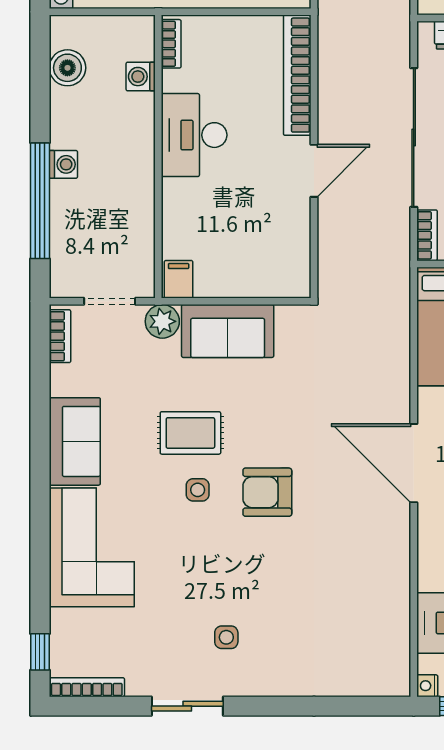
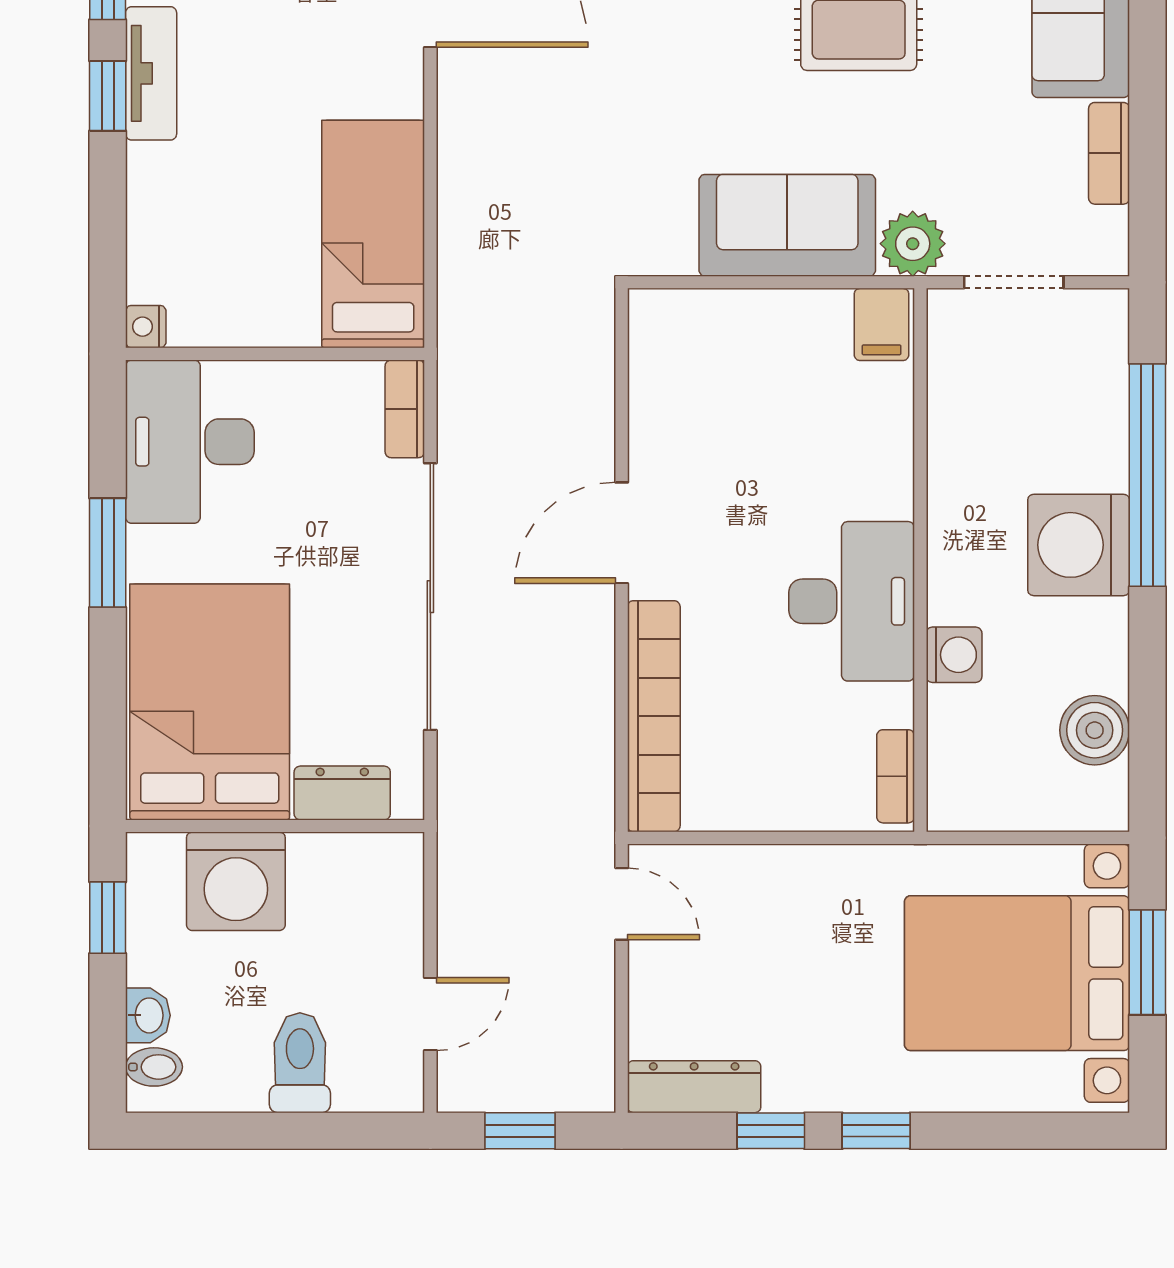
washing machine: (141, 77) -> (954, 655), moved
washing machine: (63, 164) -> (1079, 545), width x1.89, depth x1.89
bookcase: (60, 336) -> (1109, 153), moved

